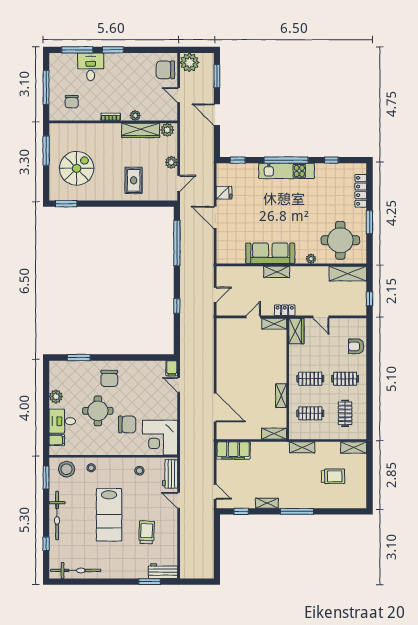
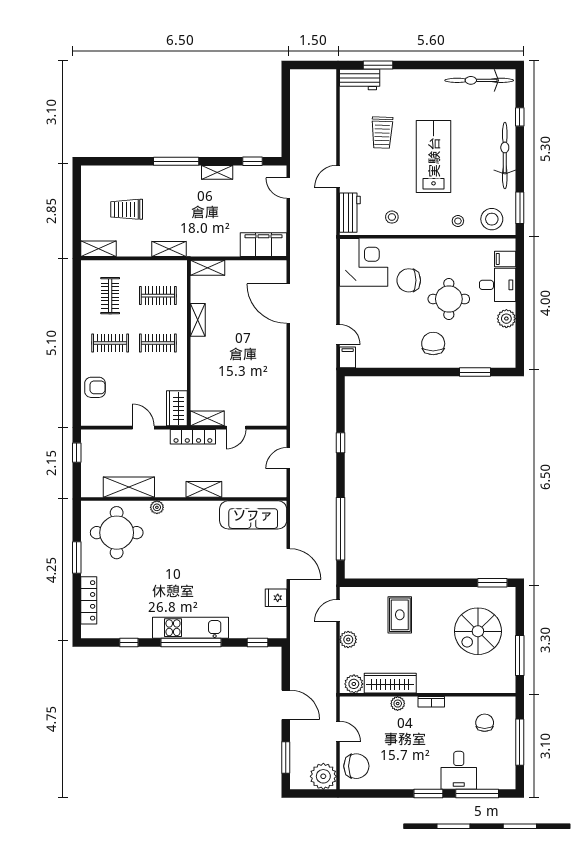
sofa: (270, 253) -> (253, 515), moved
shelving: (348, 274) -> (129, 487), moved
locker: (285, 310) -> (193, 437), width x1.53
door: (179, 500) -> (338, 176), swing flipped

